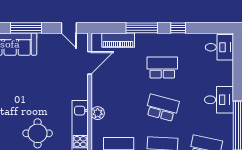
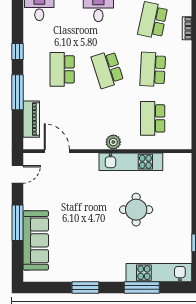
school desk: (162, 108) -> (107, 69), turned -33

